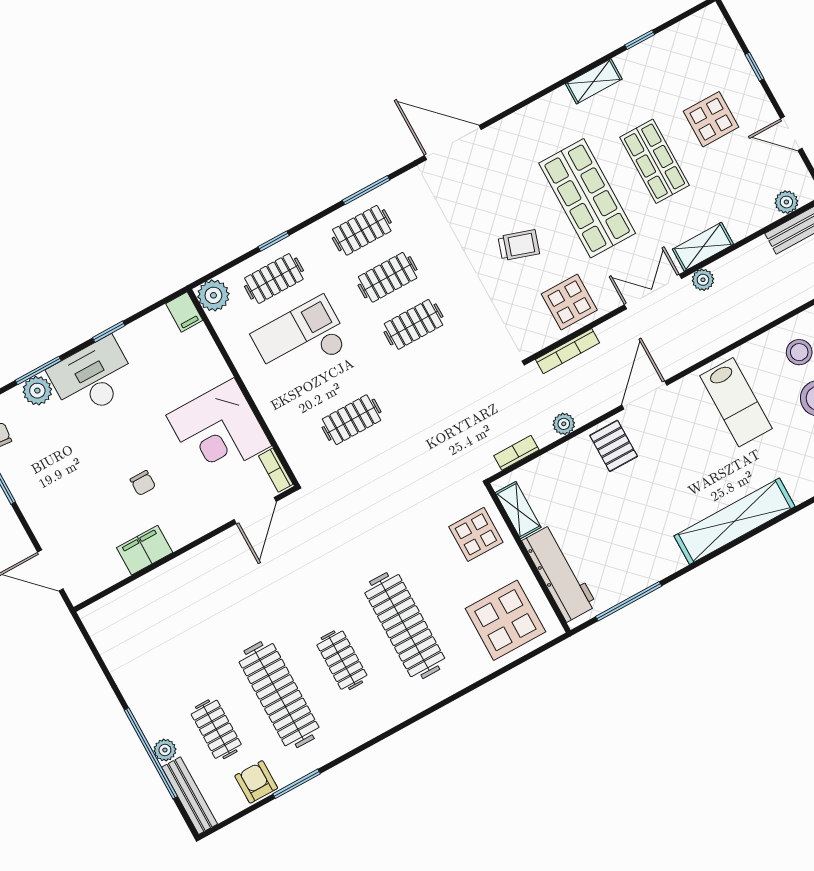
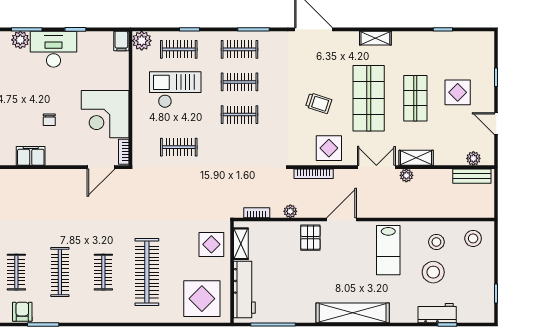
shelving: (594, 81) -> (375, 38), moved
clothes rail: (279, 695) -> (60, 272), width x0.73, depth x0.76

